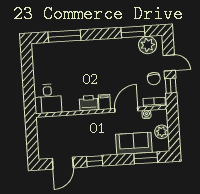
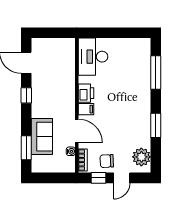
window: (133, 32) -> (156, 125), moved
desk: (48, 99) -> (93, 57), width x1.37
plant: (162, 132) -> (52, 166), removed

